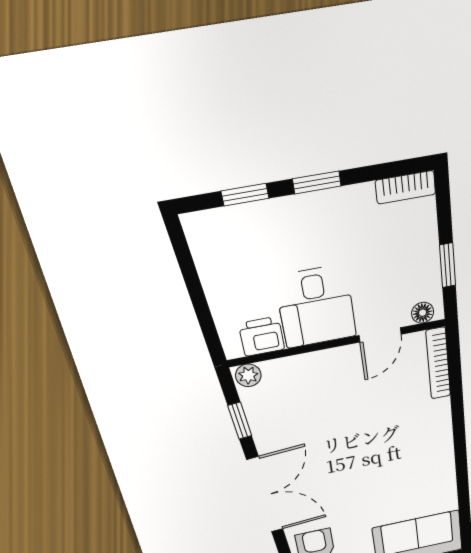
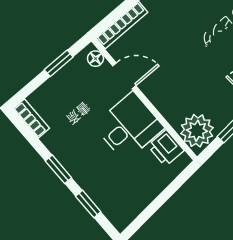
plant: (248, 375) -> (197, 131), width x1.87, depth x1.87

